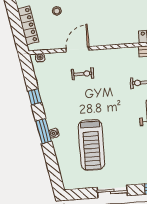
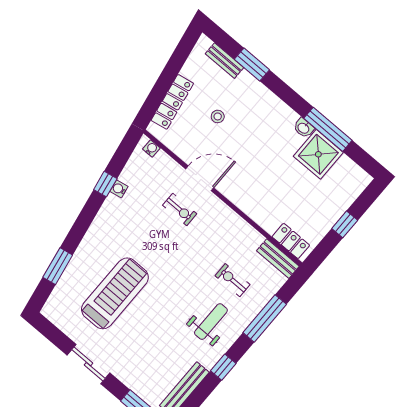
window: (44, 131) -> (58, 266), moved
water cooler: (54, 133) -> (119, 189), moved
treadmill: (91, 145) -> (115, 293), turned 180

